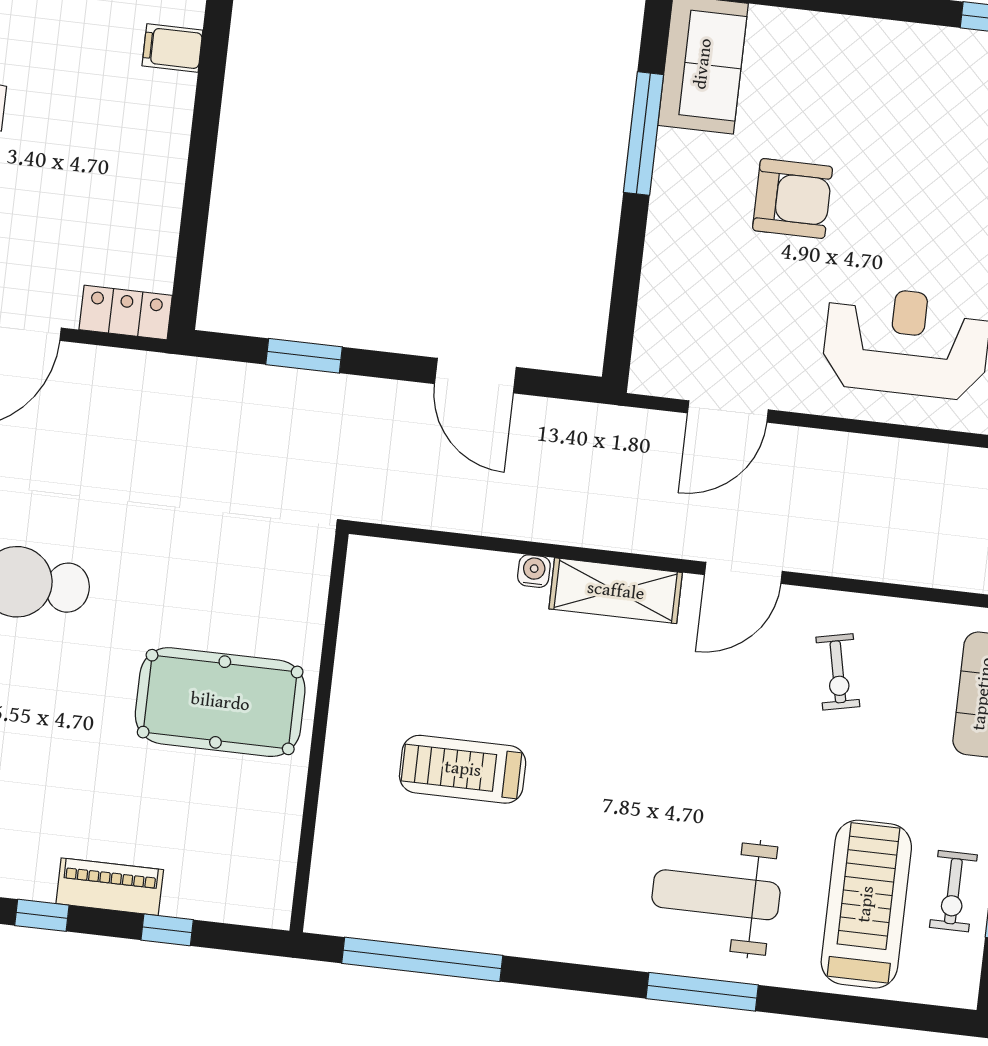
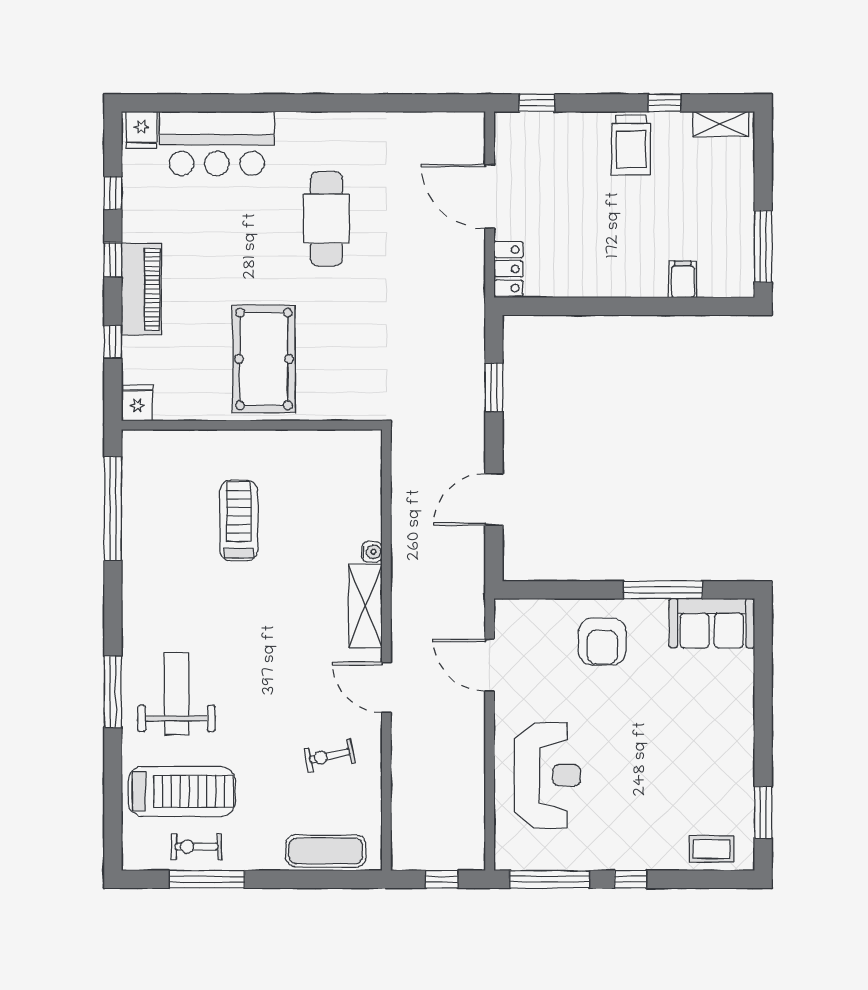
armchair: (793, 199) -> (602, 642), moved
piano: (110, 887) -> (141, 289), width x1.37, depth x1.33
fridge: (265, 903) -> (137, 403), added

